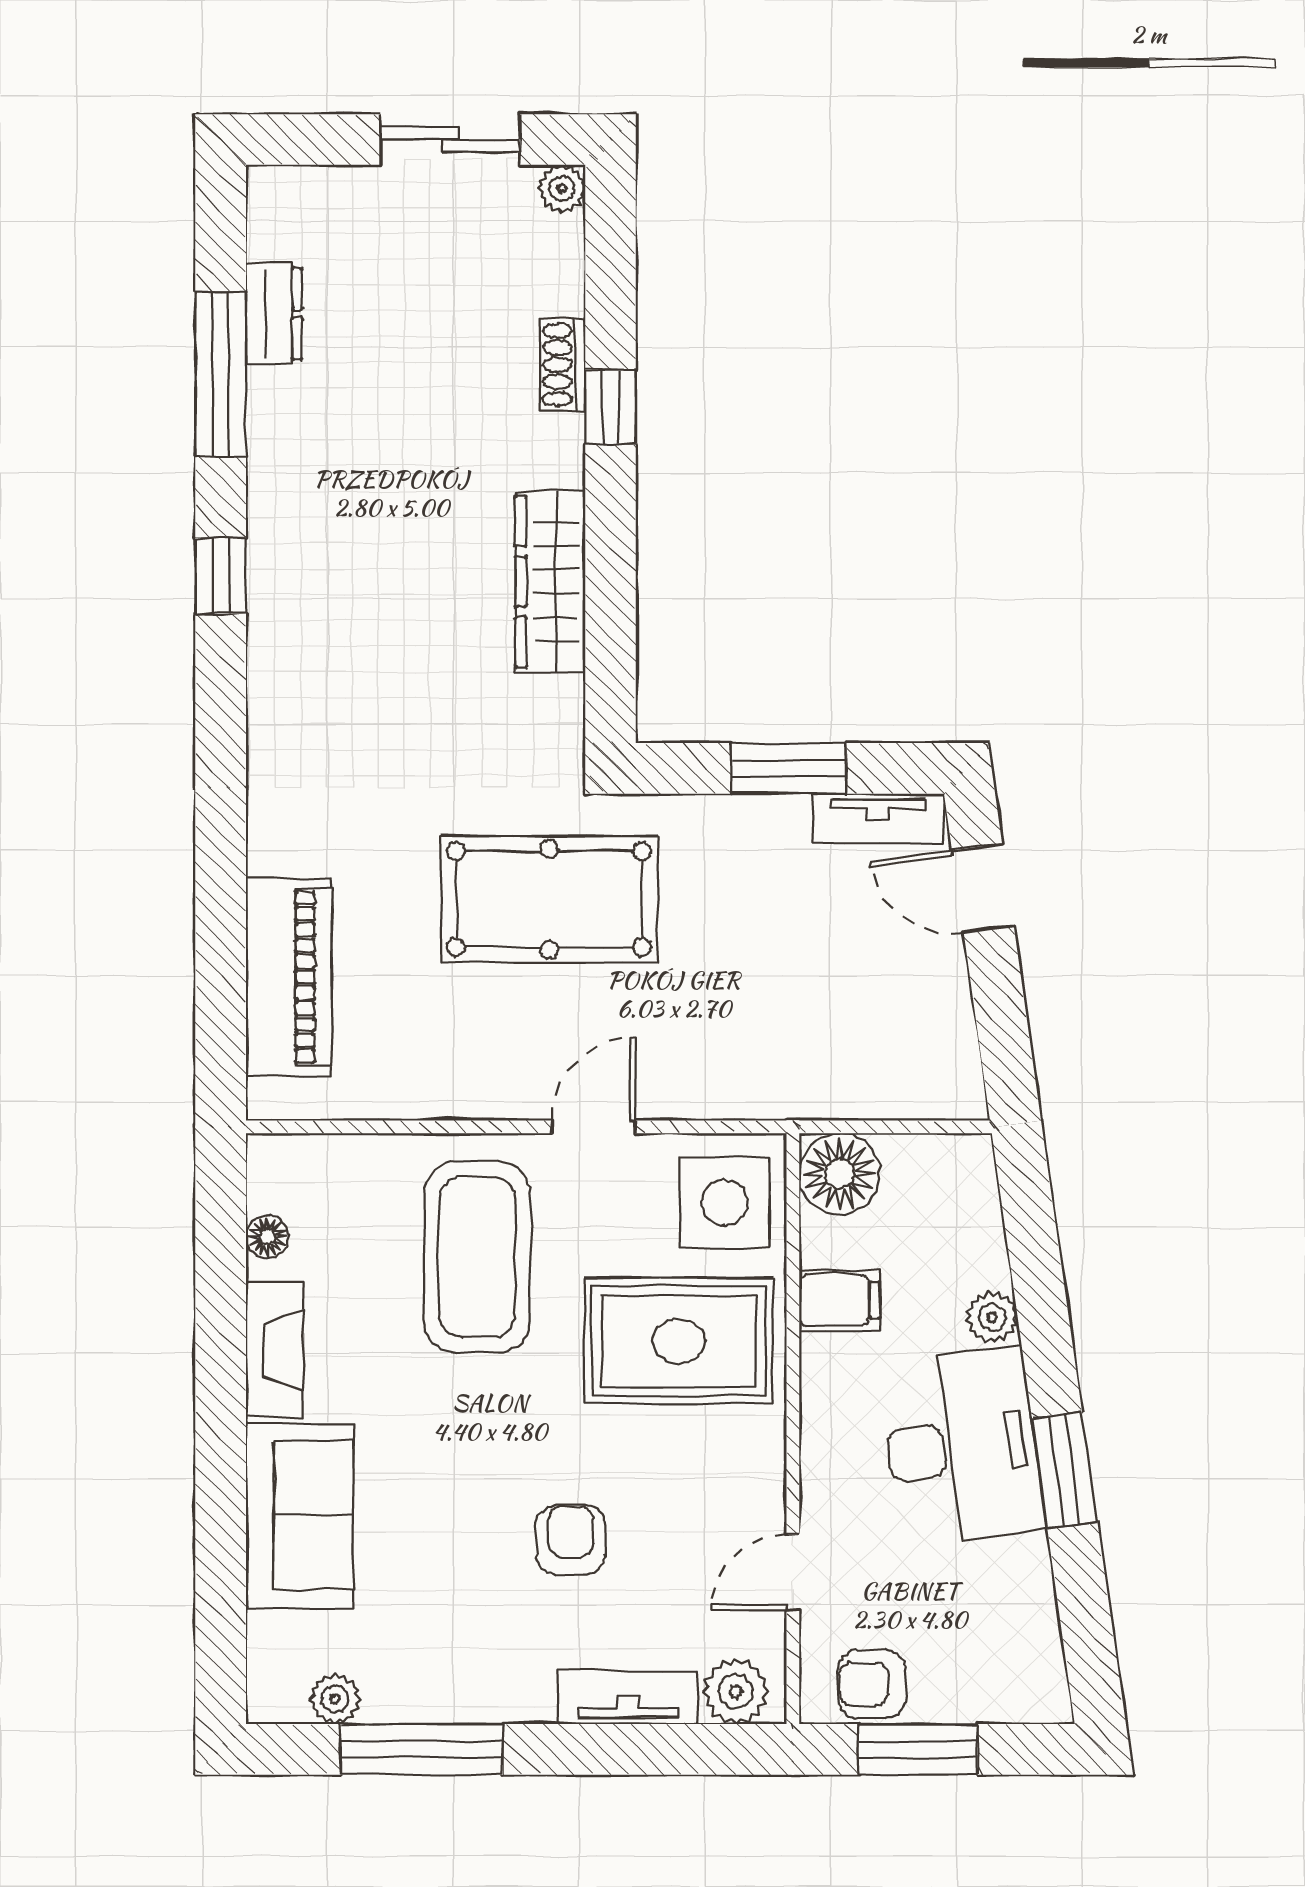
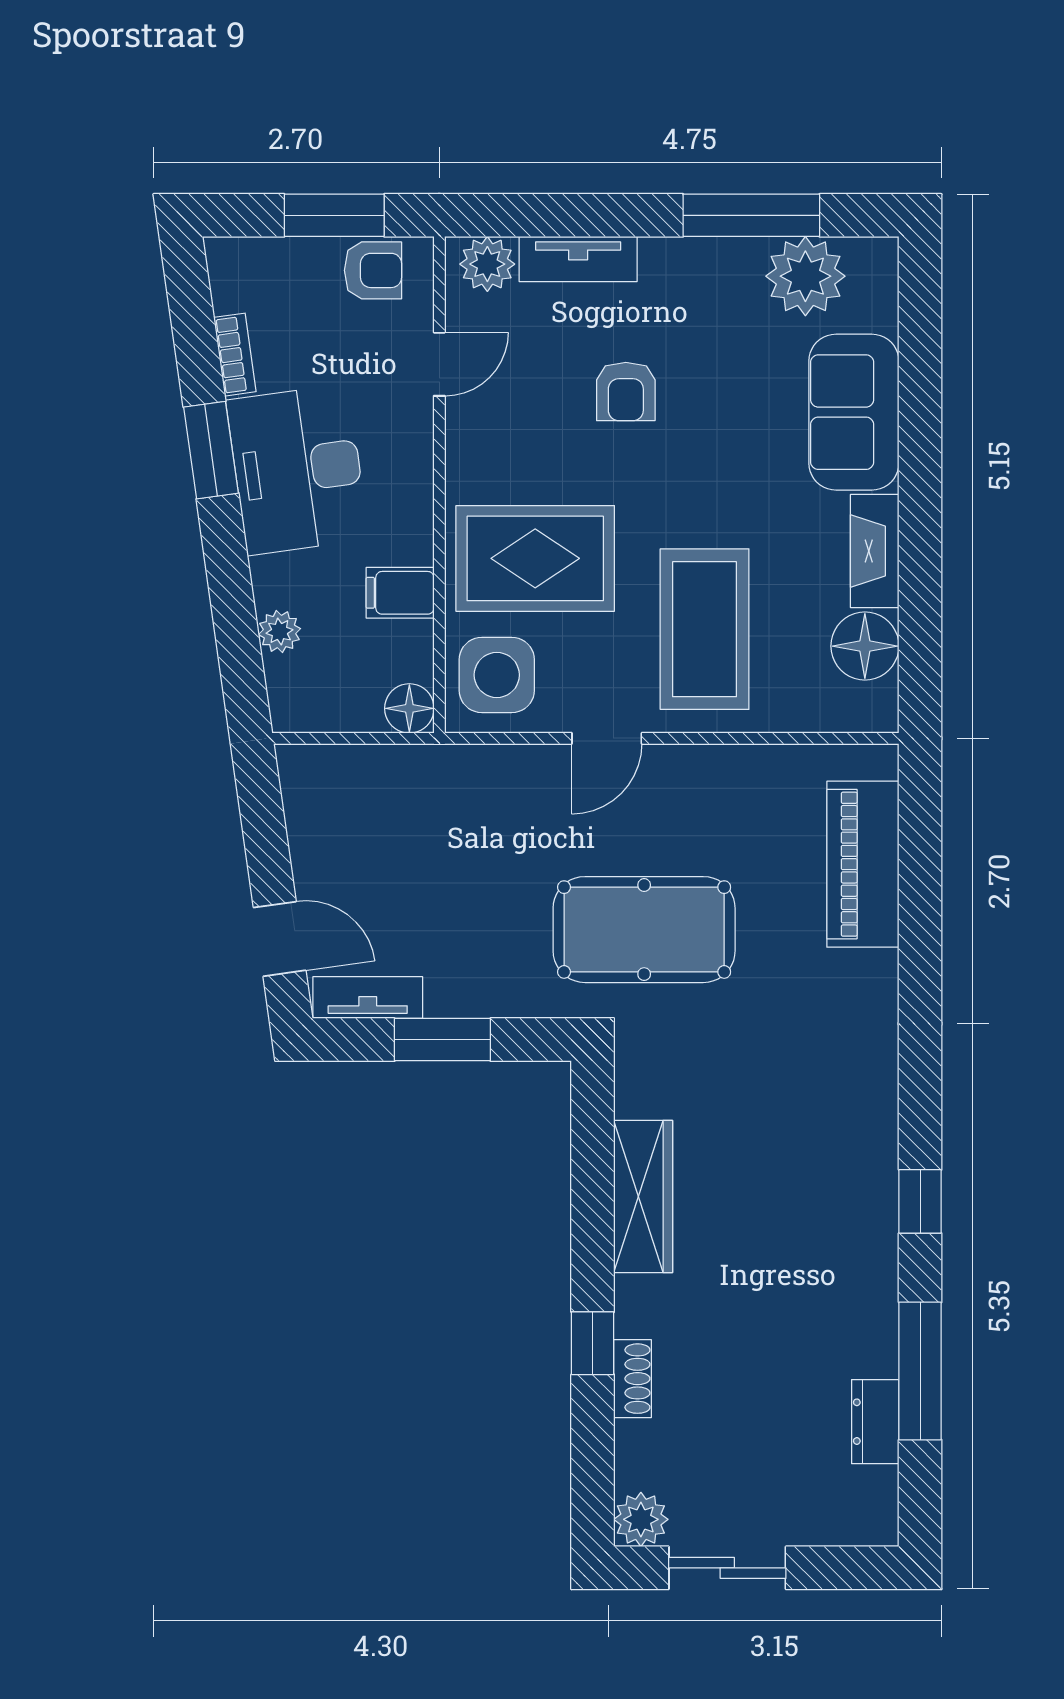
plant: (562, 188) -> (641, 1519), width x1.38, depth x1.38
floor lamp: (840, 1174) -> (409, 708), width x0.73, depth x0.73
floor lamp: (267, 1237) -> (865, 646), width x1.89, depth x1.89
plant: (992, 1317) -> (279, 632), moved
bookcase: (1036, 1584) -> (235, 355), added
plant: (335, 1699) -> (805, 276), width x1.88, depth x1.88

